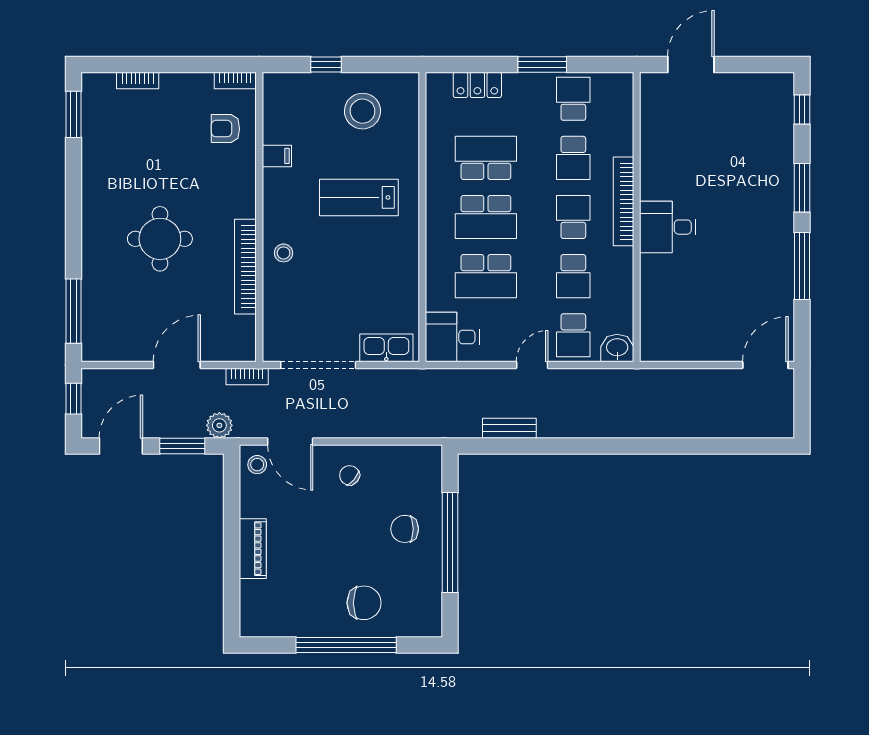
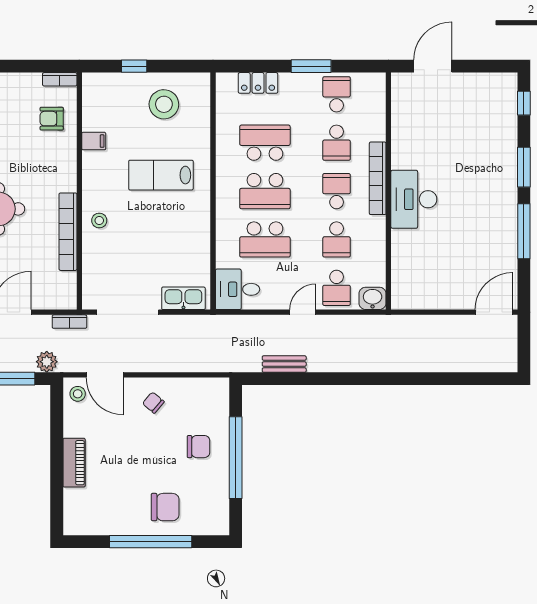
desk: (668, 227) -> (414, 199), width x1.37
chair: (405, 529) -> (198, 447), turned 180

